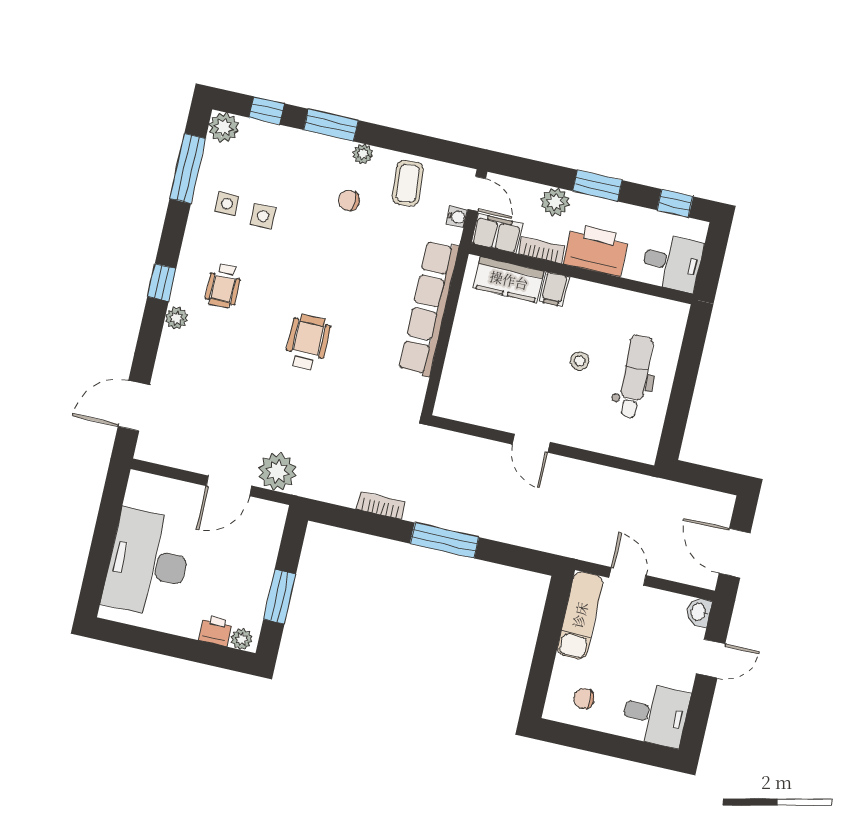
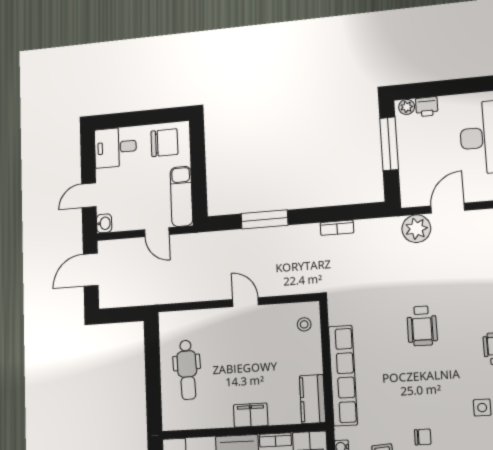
kitchen counter: (509, 280) -> (312, 399), moved, turned -90
filing cabinet: (554, 289) -> (251, 415), width x2.00
stool: (580, 361) -> (304, 324), moved
window: (444, 540) -> (264, 219), moved
door: (735, 553) -> (91, 270), swing flipped
window: (280, 597) -> (389, 144), width x1.44
chair: (584, 699) -> (164, 143), width x1.87, depth x1.87

